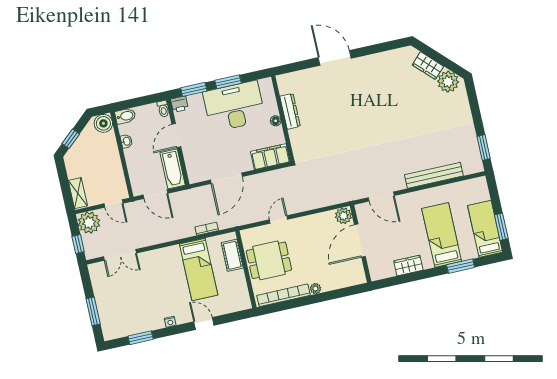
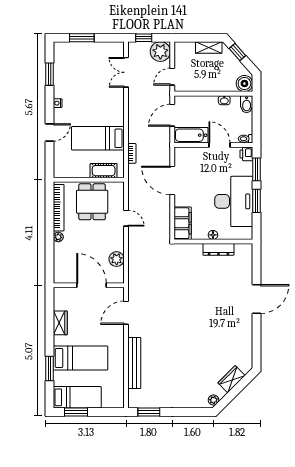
plant: (448, 82) -> (214, 400), width x0.53, depth x0.53
shelving: (78, 193) -> (209, 47), moved
plant: (344, 216) -> (117, 259), moved

